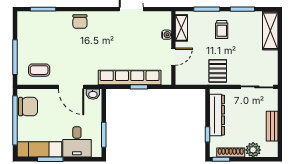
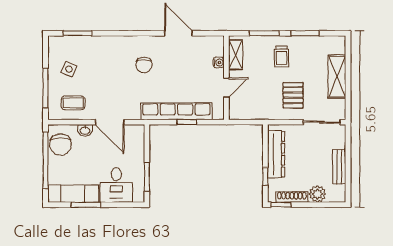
chair: (80, 21) -> (144, 65), moved
shelving: (270, 31) -> (337, 77), moved
side table: (35, 40) -> (69, 69), added
pallet: (218, 71) -> (293, 95), moved
washbasin: (93, 94) -> (85, 130), moved
chair: (28, 107) -> (60, 145), turned 90

